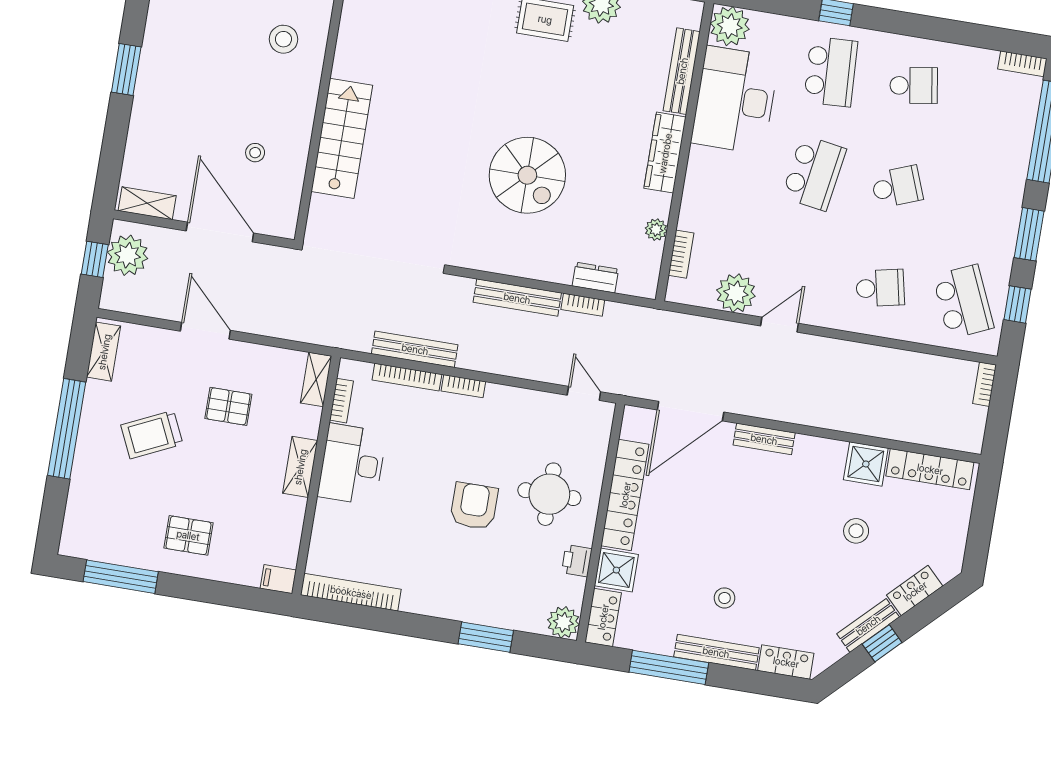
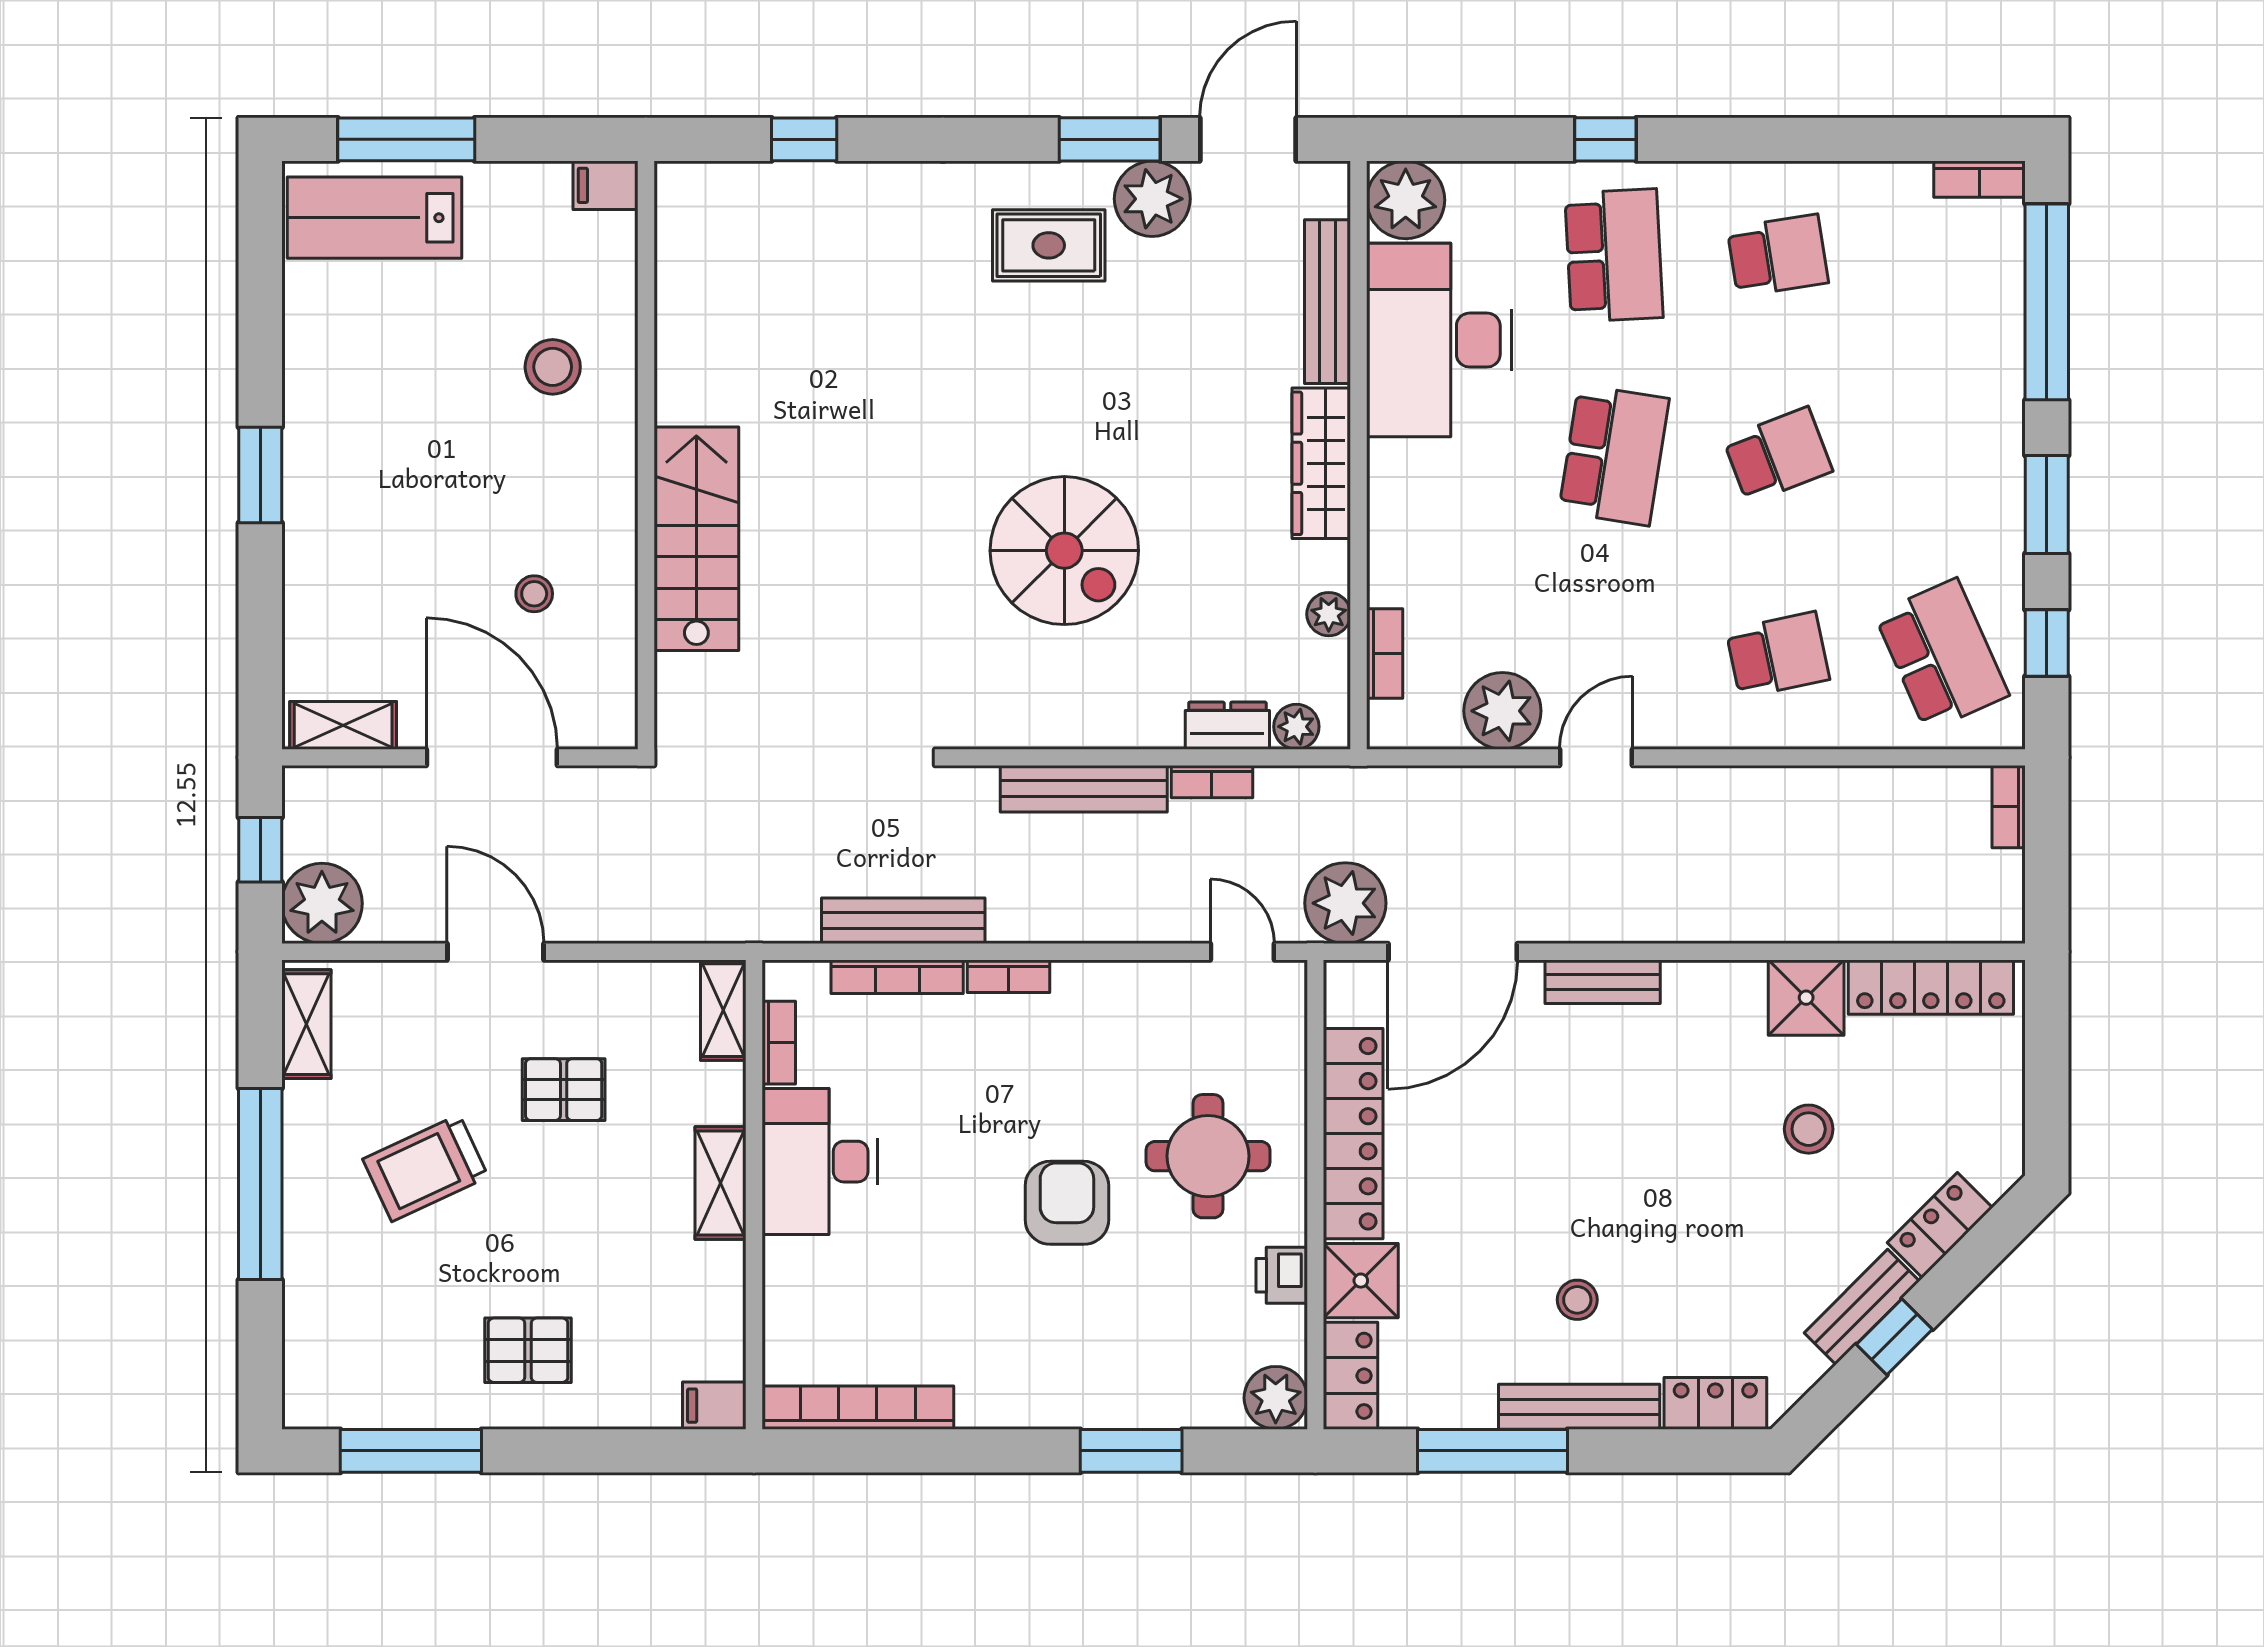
plant: (128, 255) -> (322, 903), moved
plant: (630, 284) -> (1296, 727), added
plant: (640, 377) -> (1345, 903), added

